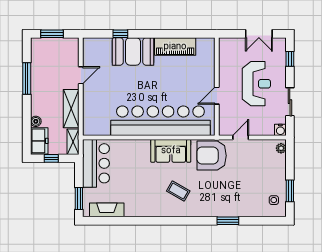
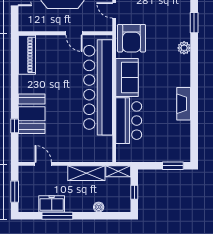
piano: (175, 47) -> (27, 55), moved
door: (81, 75) -> (43, 164), moved
freezer: (39, 141) -> (52, 204), moved
bar counter: (96, 163) -> (129, 121), moved, turned 90
coffee table: (178, 191) -> (166, 70), removed
fireplace: (107, 210) -> (184, 104), moved
plant: (202, 210) -> (184, 48), added

